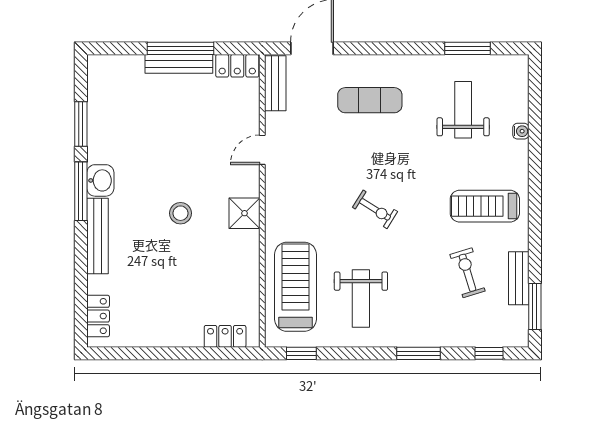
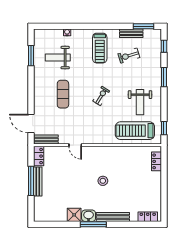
exercise mat: (370, 100) -> (63, 94), moved
window: (81, 124) -> (64, 224), removed
shower: (244, 213) -> (74, 215), moved
weight bench: (361, 298) -> (140, 102), turned 90

